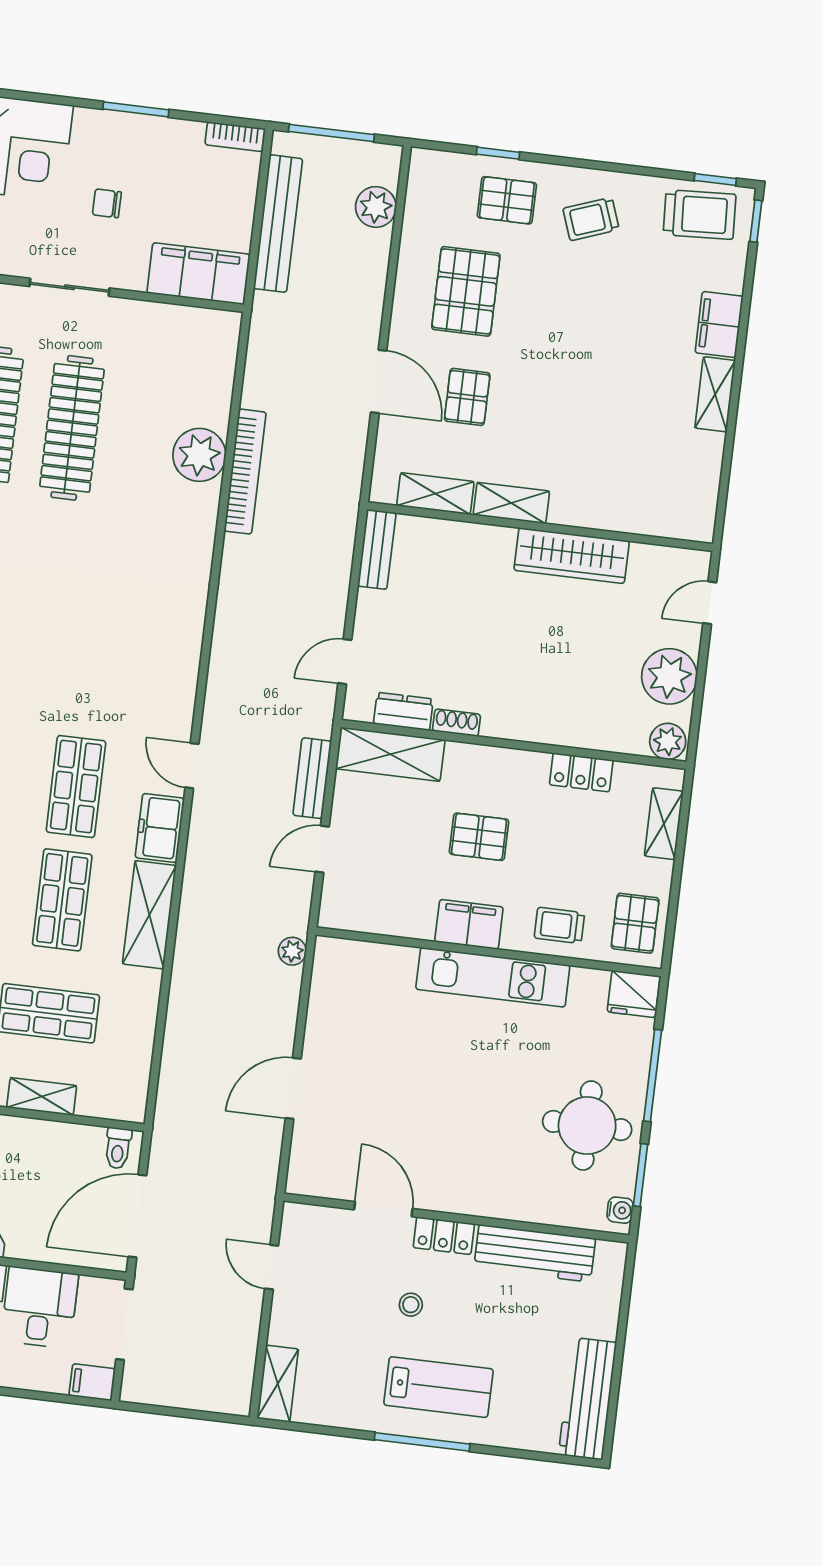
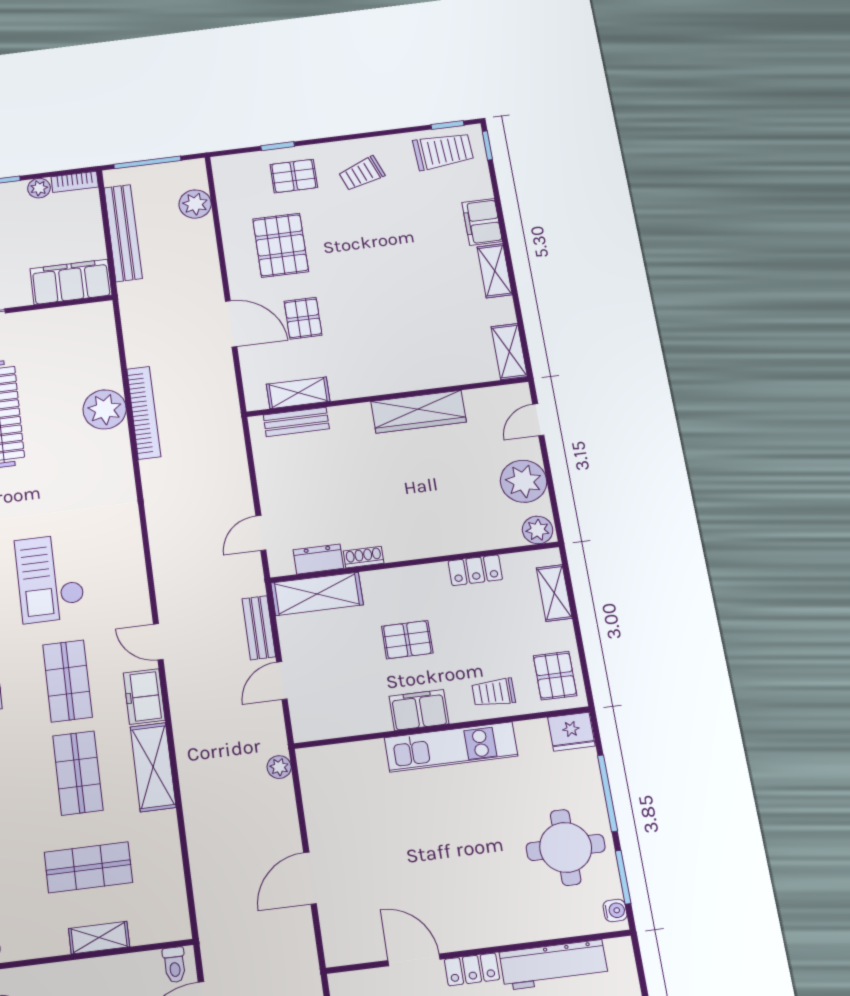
plant: (189, 134) -> (39, 188), added
shelving: (511, 503) -> (509, 352), moved, turned 90
bench: (377, 549) -> (296, 422), moved, turned 90
checkout: (85, 655) -> (50, 578), added

